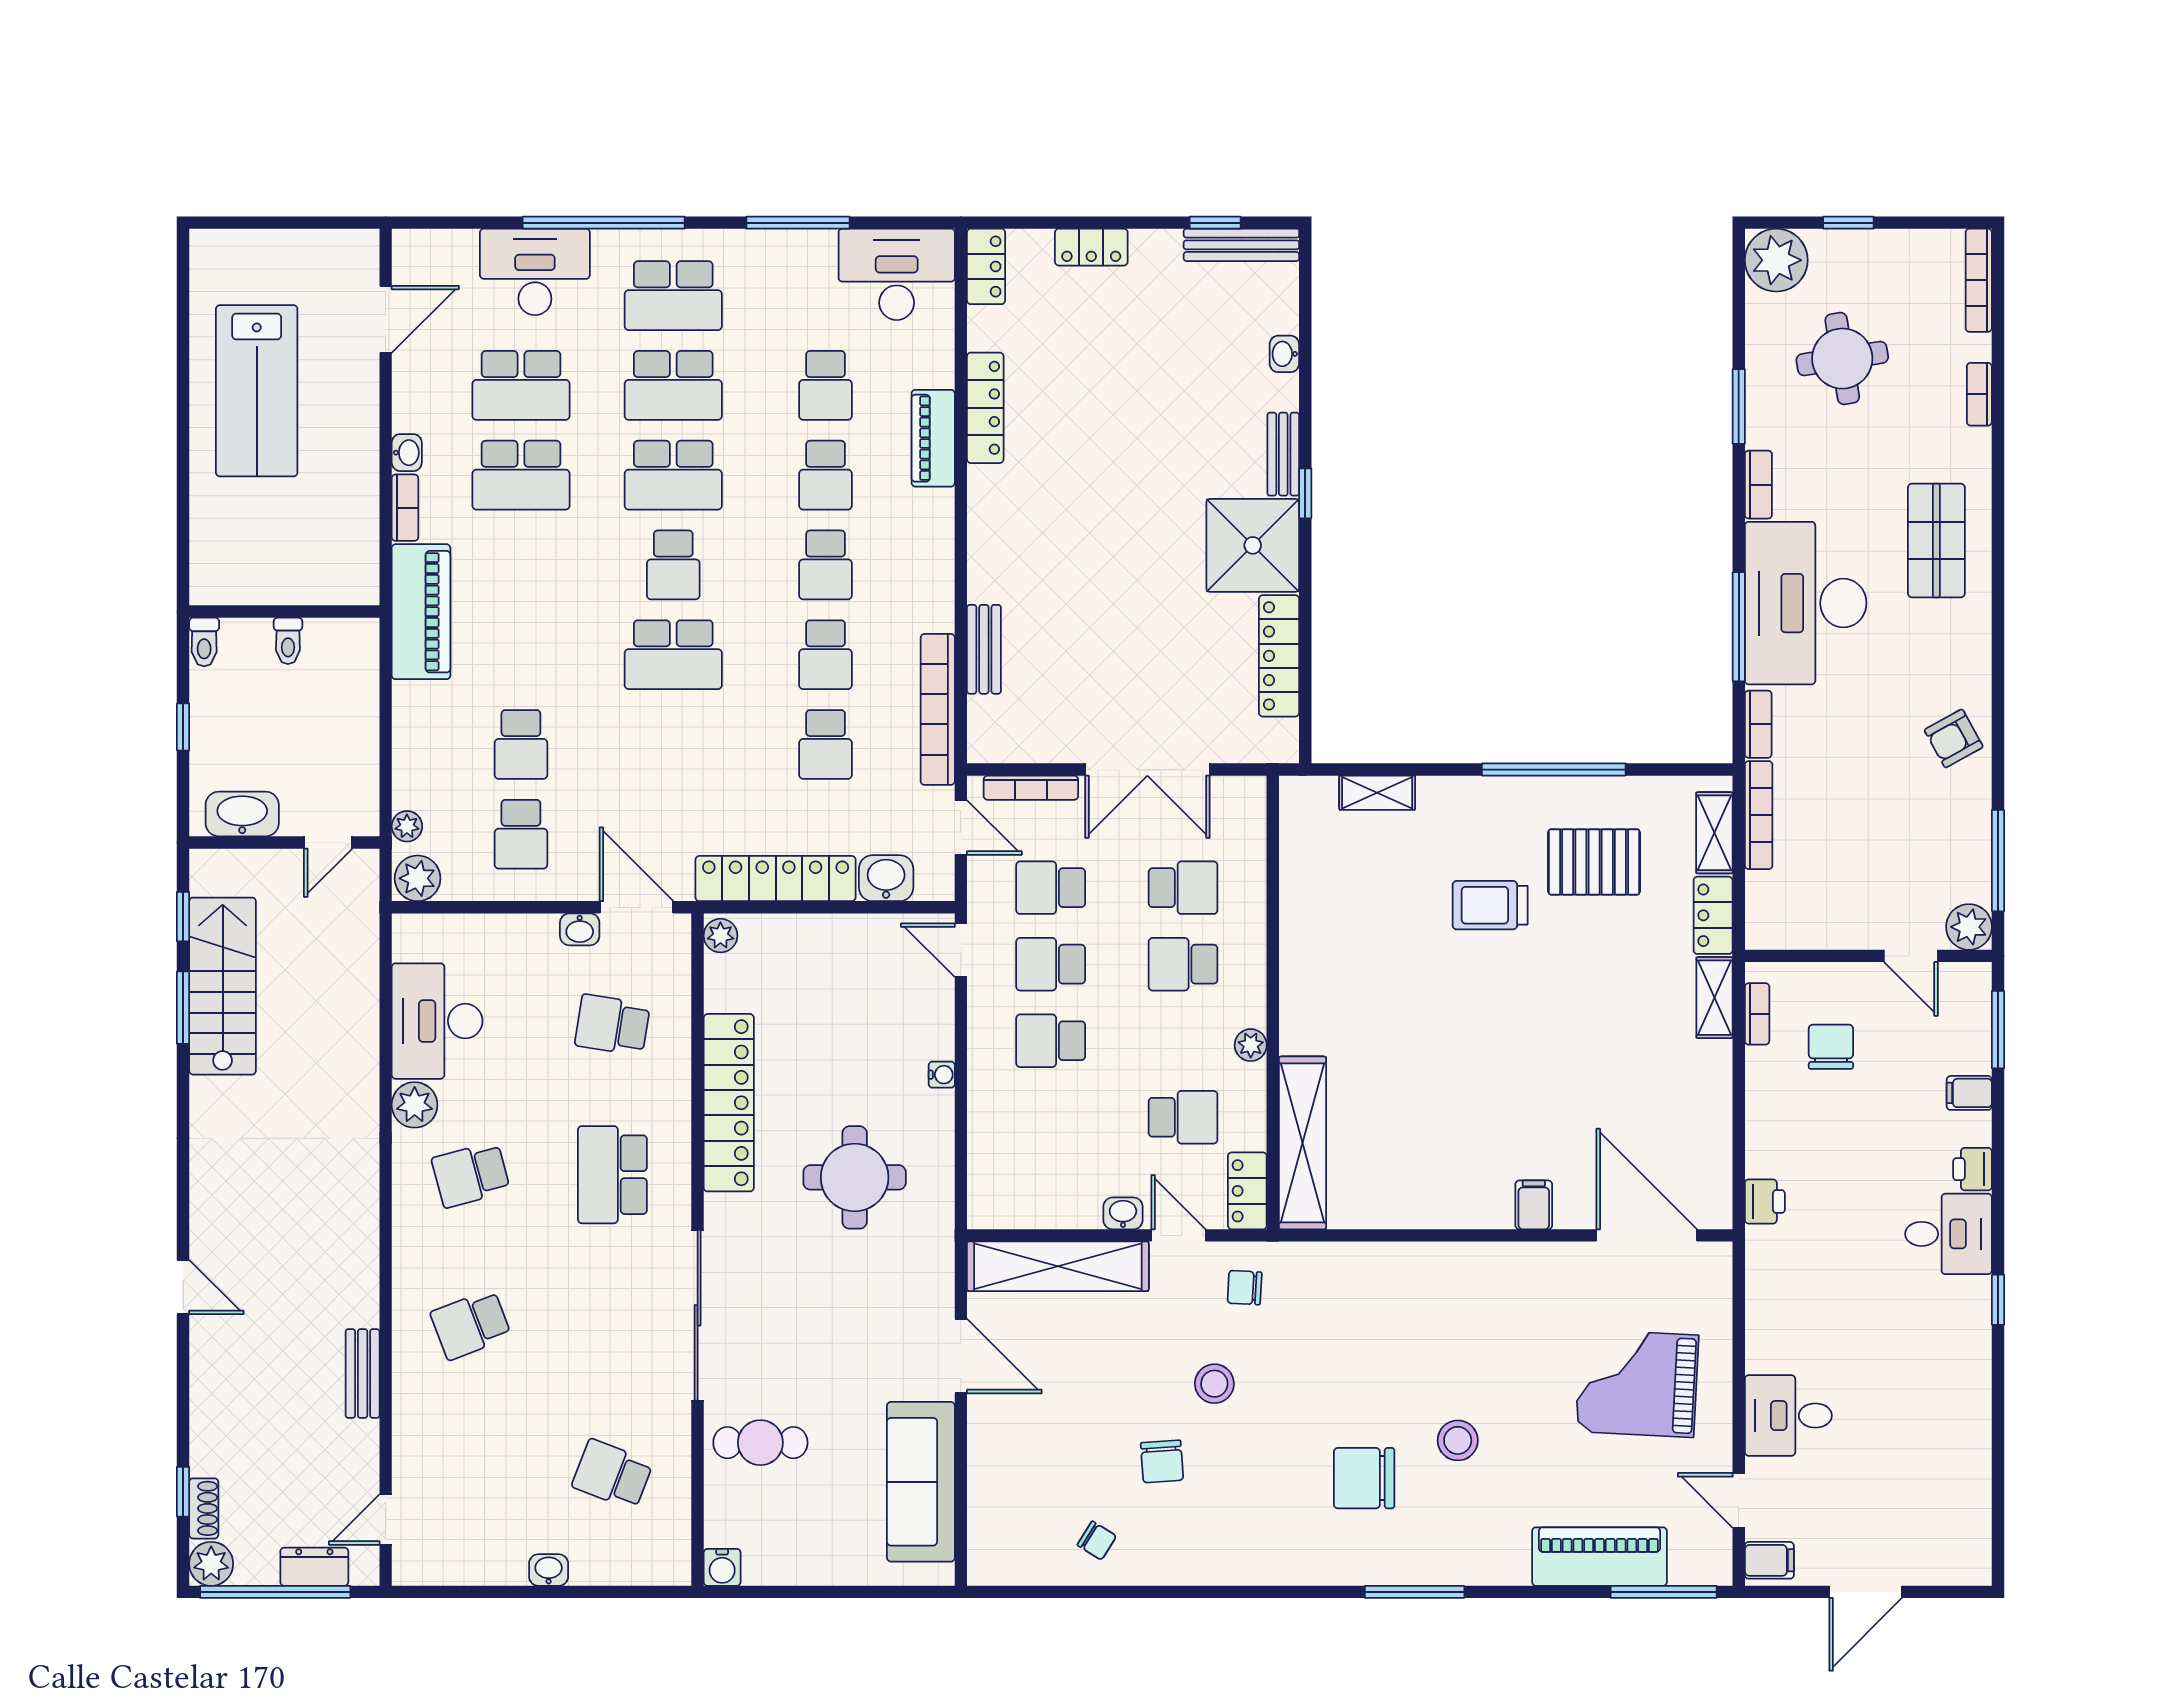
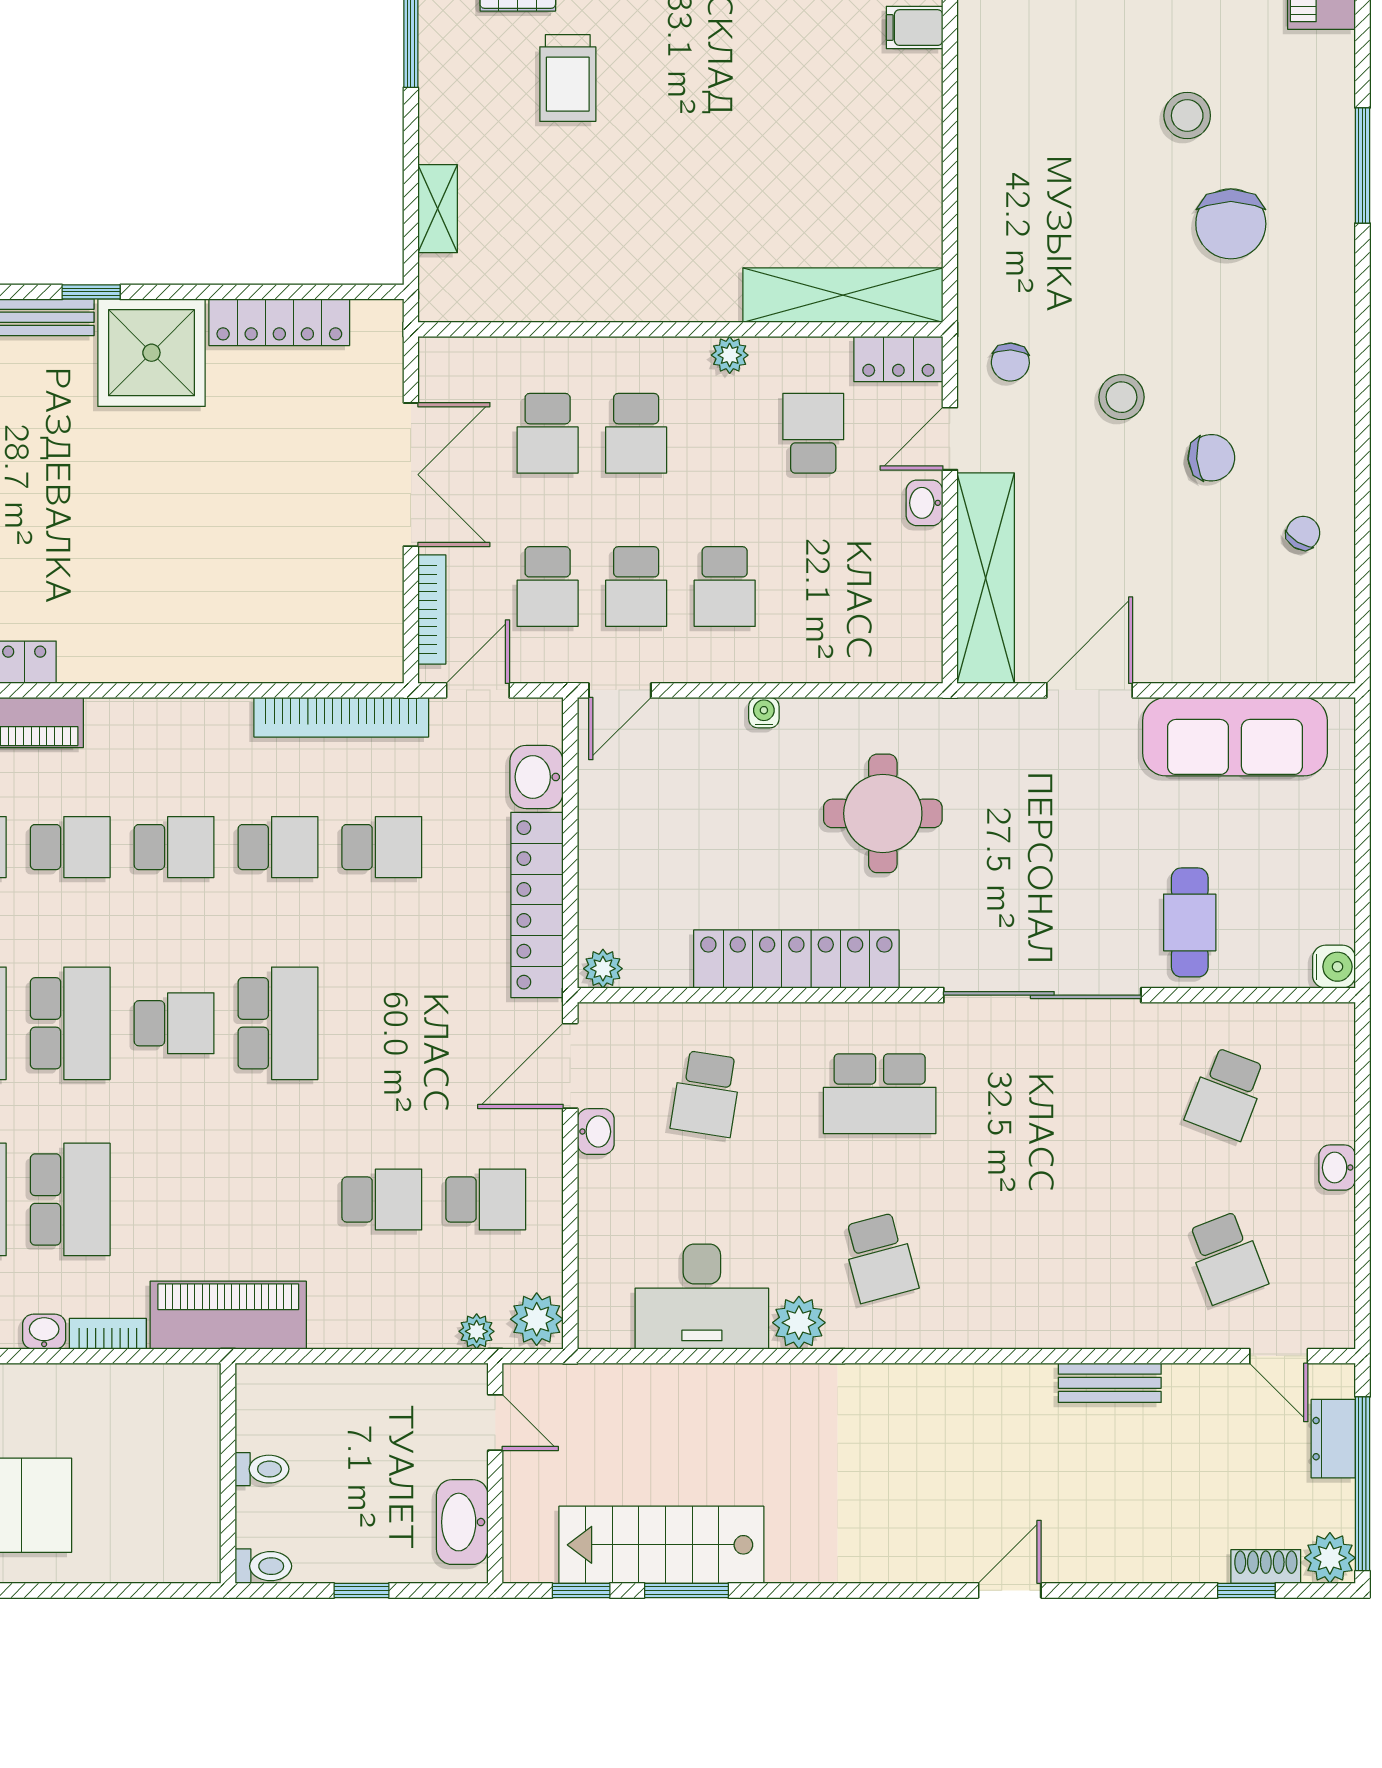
bench: (984, 649) -> (272, 664), removed
school desk: (1183, 888) -> (548, 433), turned 180
school desk: (471, 1325) -> (1226, 1258), moved

